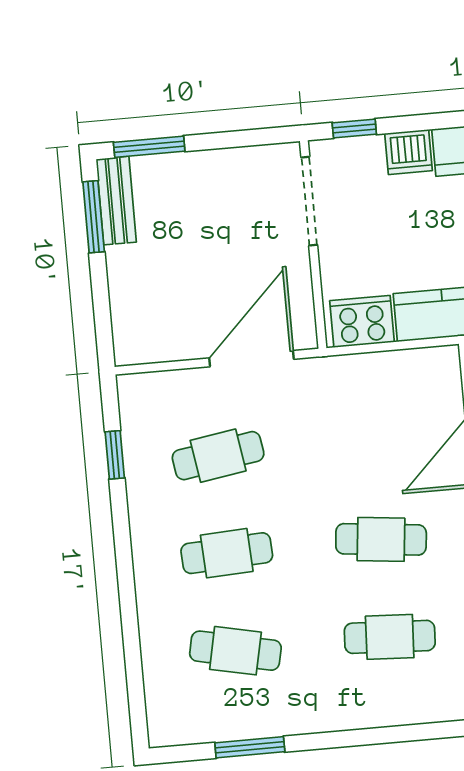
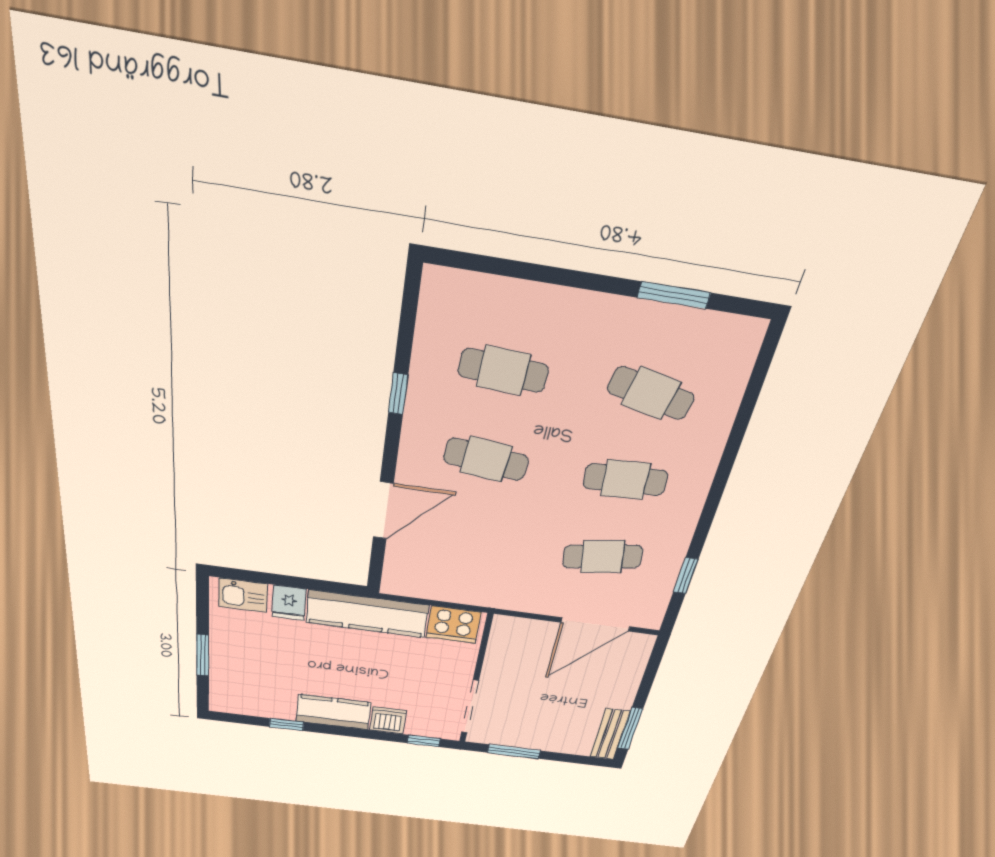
window: (149, 147) -> (514, 752), moved
door: (251, 359) -> (595, 624), moved

